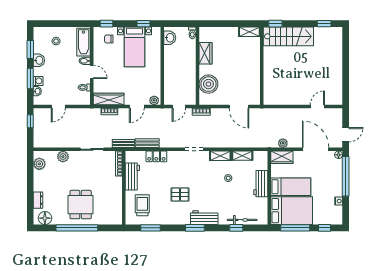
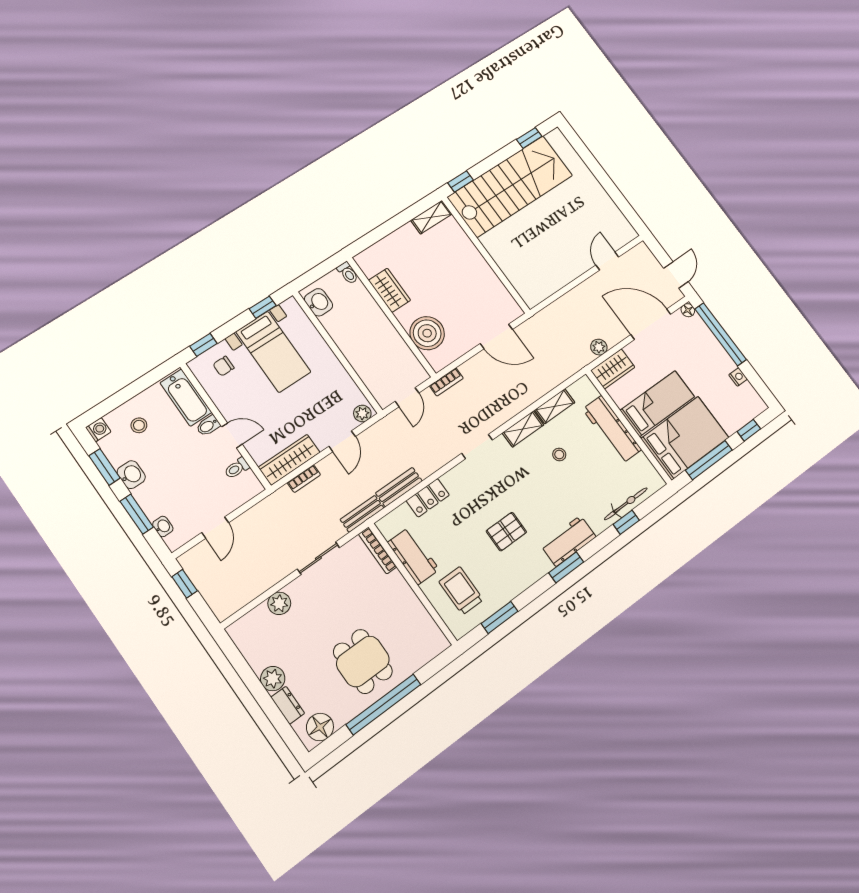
stairs: (288, 36) -> (510, 186), width x1.36, depth x1.51
washing machine: (38, 81) -> (98, 430), moved
plant: (39, 164) -> (273, 679), moved
workbench: (261, 184) -> (612, 429), width x1.37

